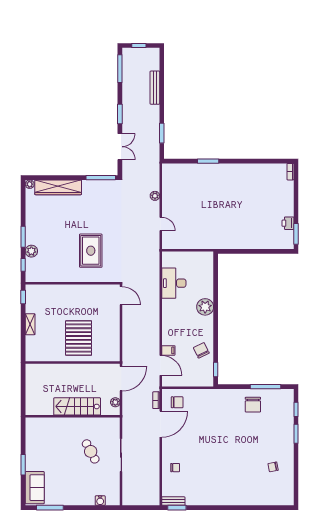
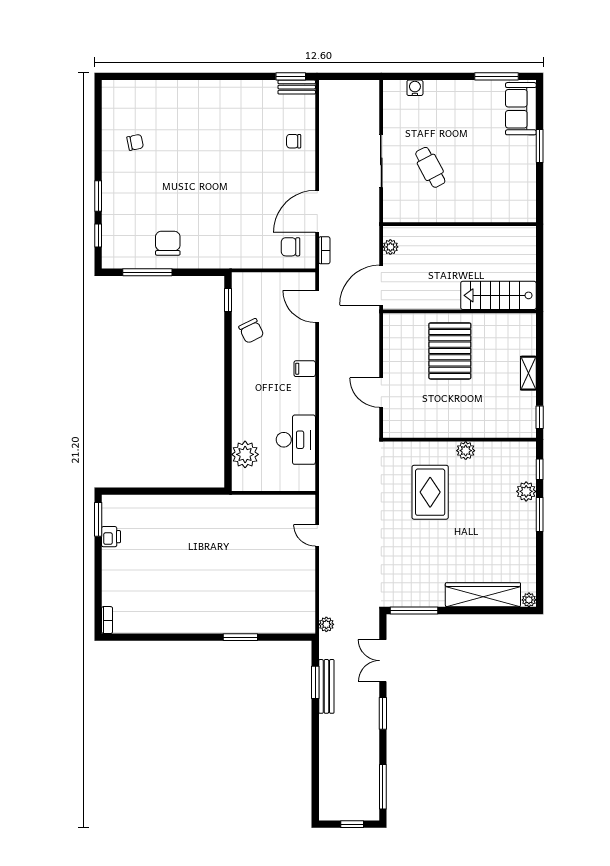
bench: (155, 88) -> (326, 686), moved
plant: (155, 196) -> (326, 624), moved
plant: (69, 276) -> (466, 451), added
door: (121, 296) -> (381, 393), moved
plant: (205, 307) -> (245, 454), moved
filing cabinet: (168, 350) -> (305, 369), moved
stairs: (77, 406) -> (498, 295), moved, turned 180

